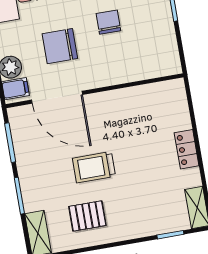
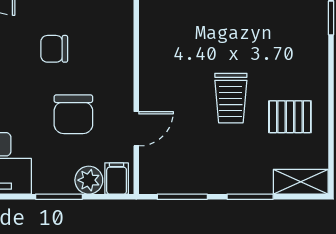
door: (57, 97) -> (136, 129), width x0.53
pallet: (87, 216) -> (290, 117), turned 90

